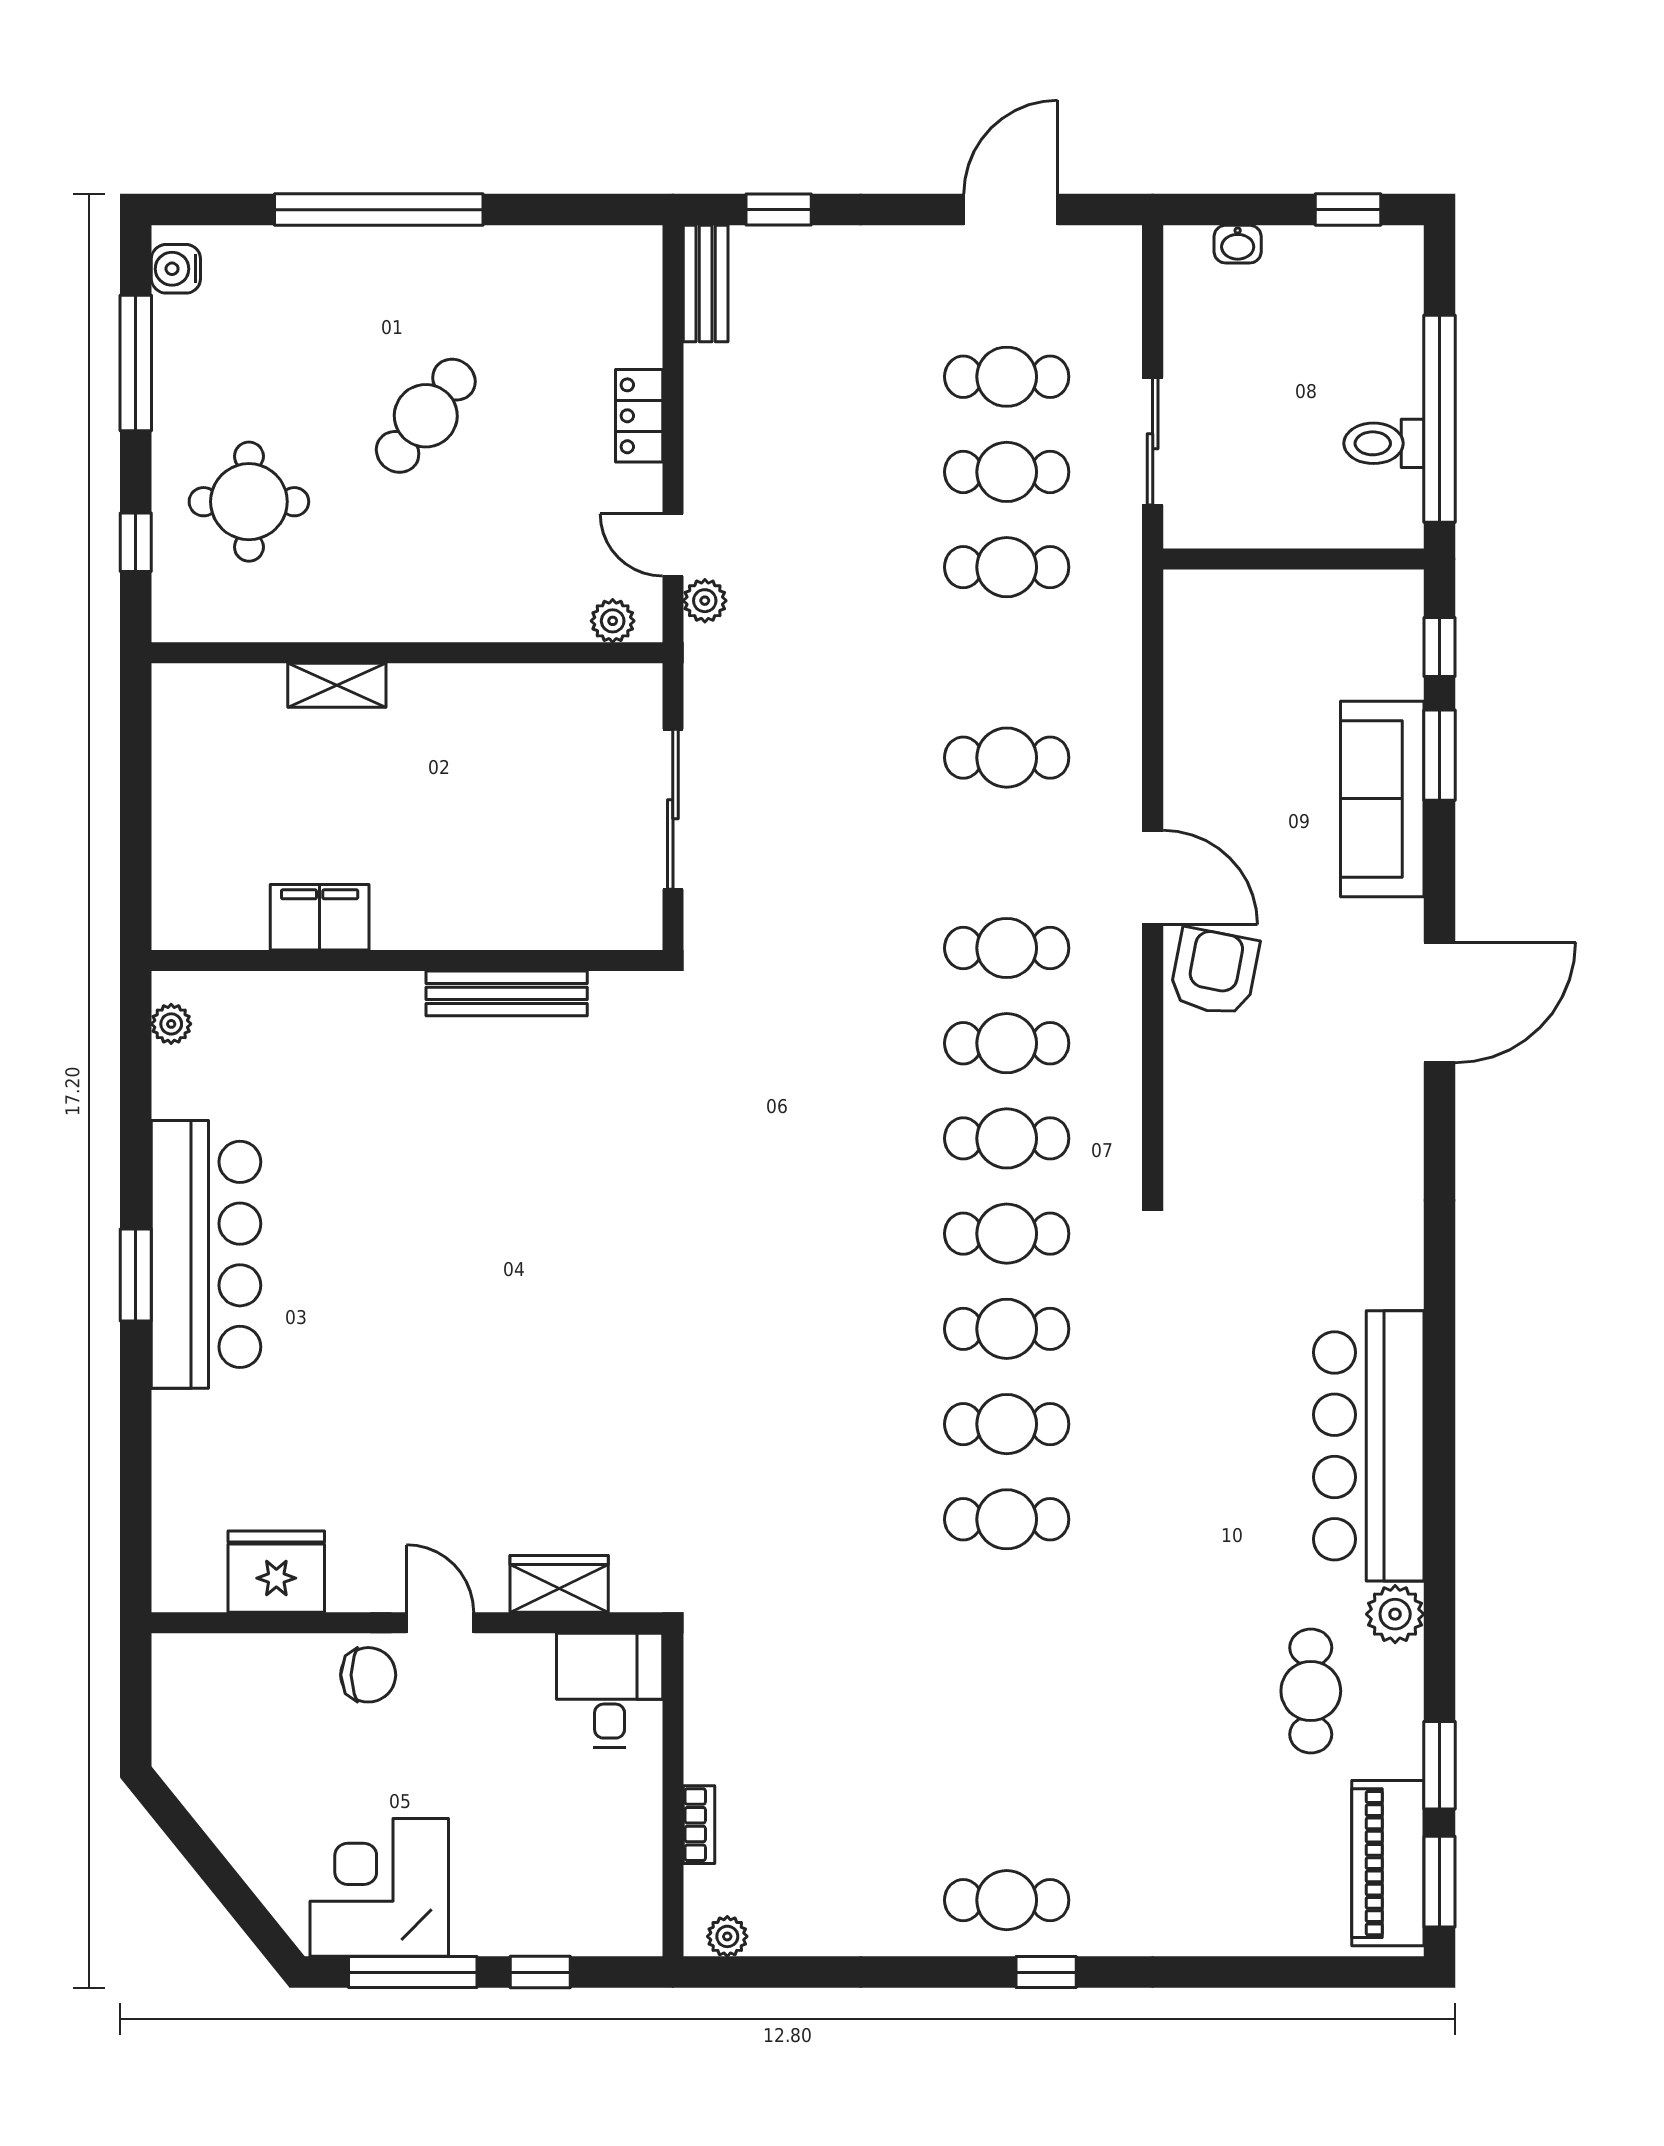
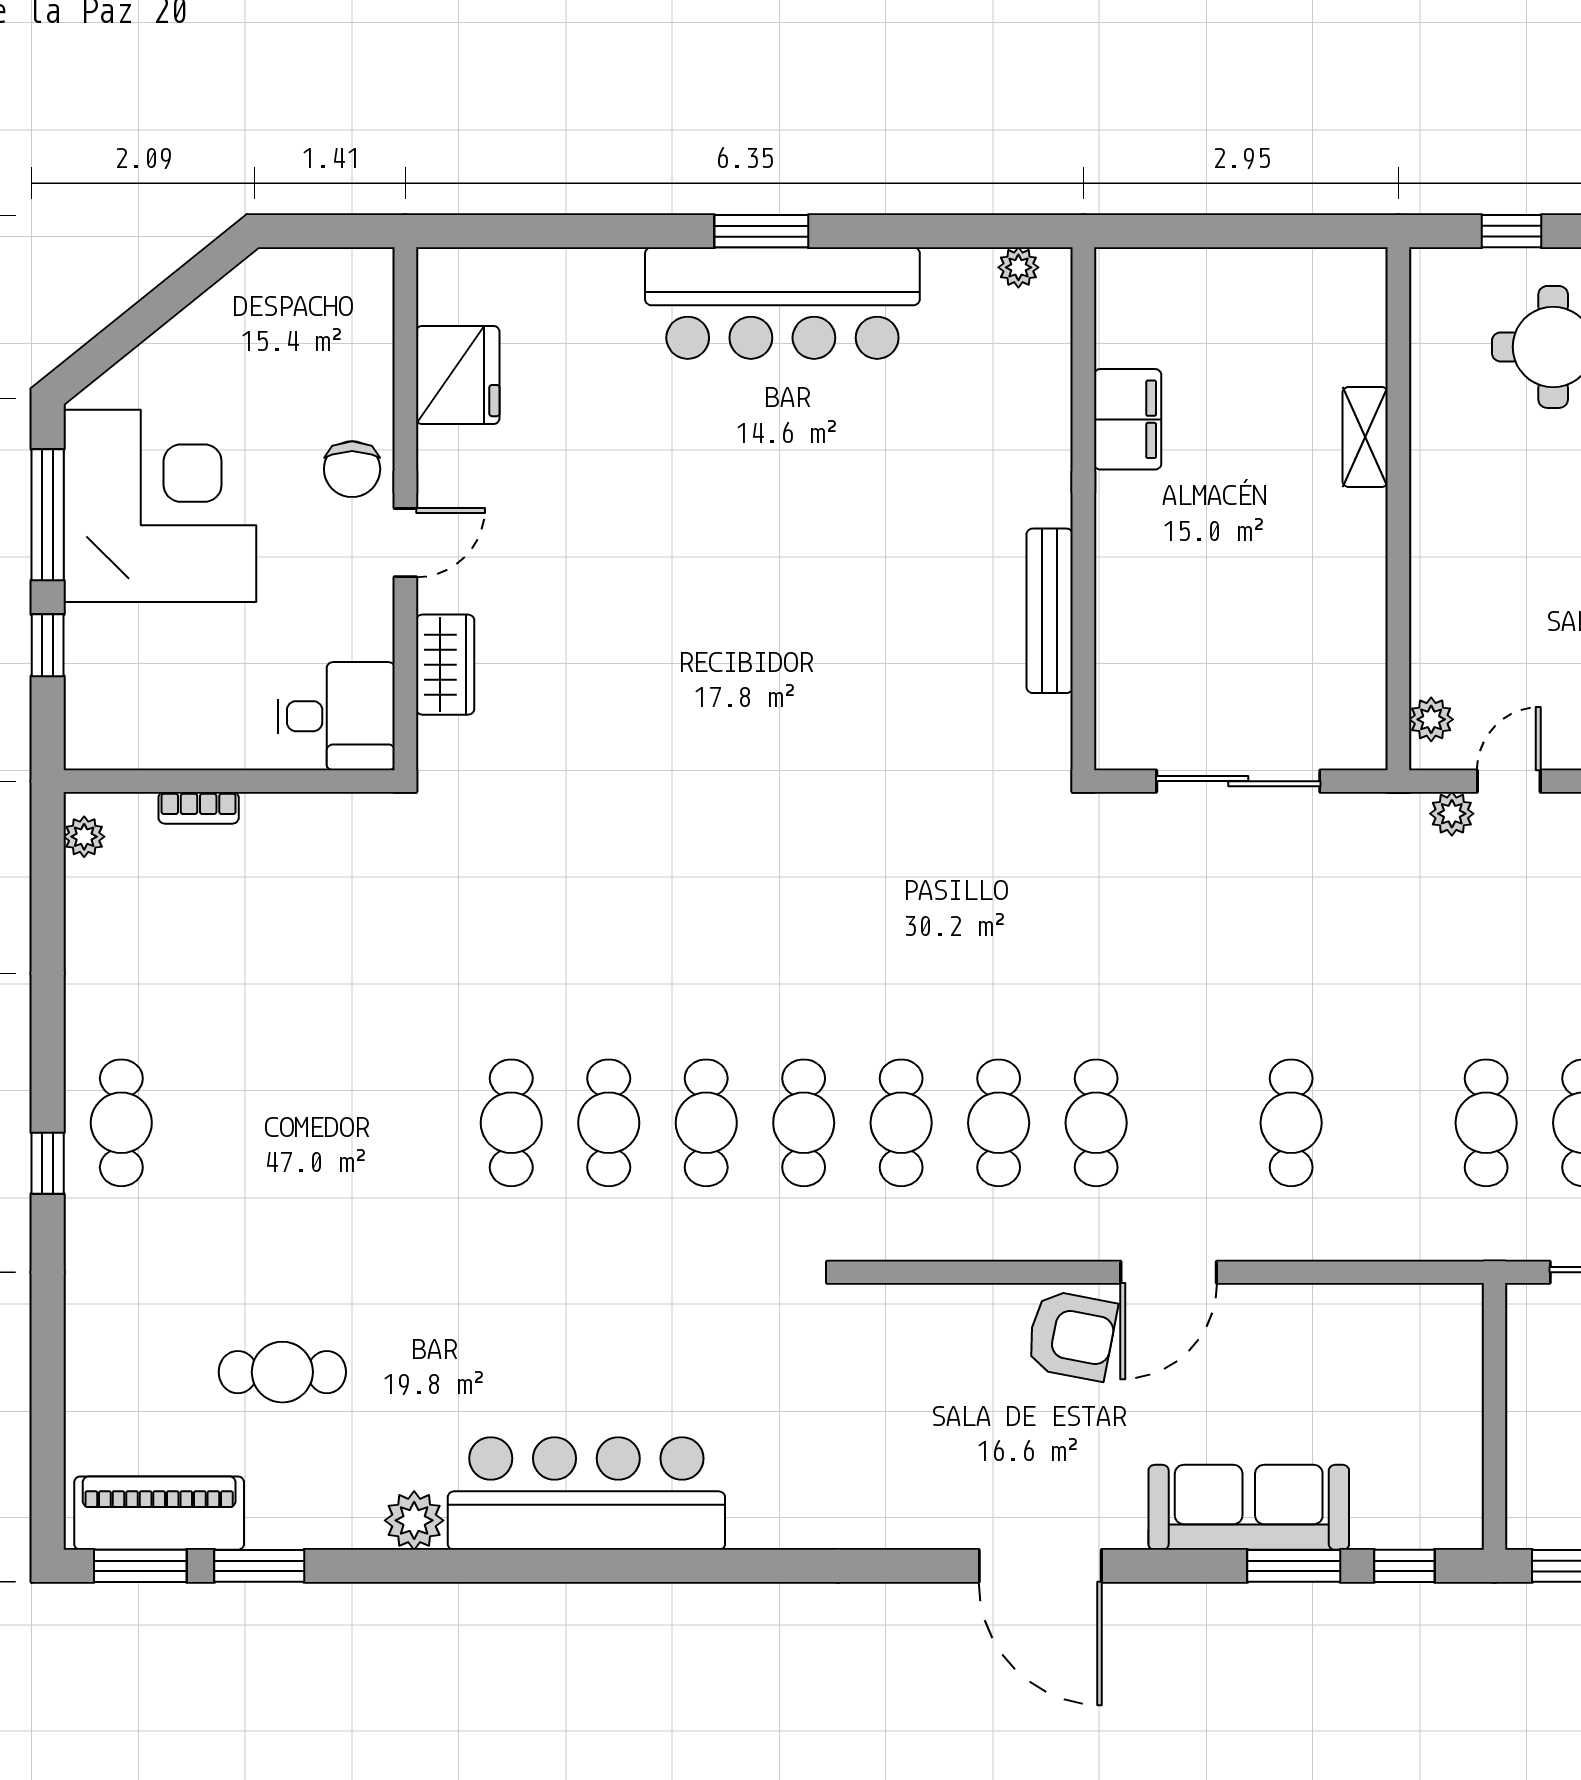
cafe table: (1311, 1691) -> (282, 1372), moved
corner desk: (379, 1887) -> (160, 506), width x1.36, depth x1.36

